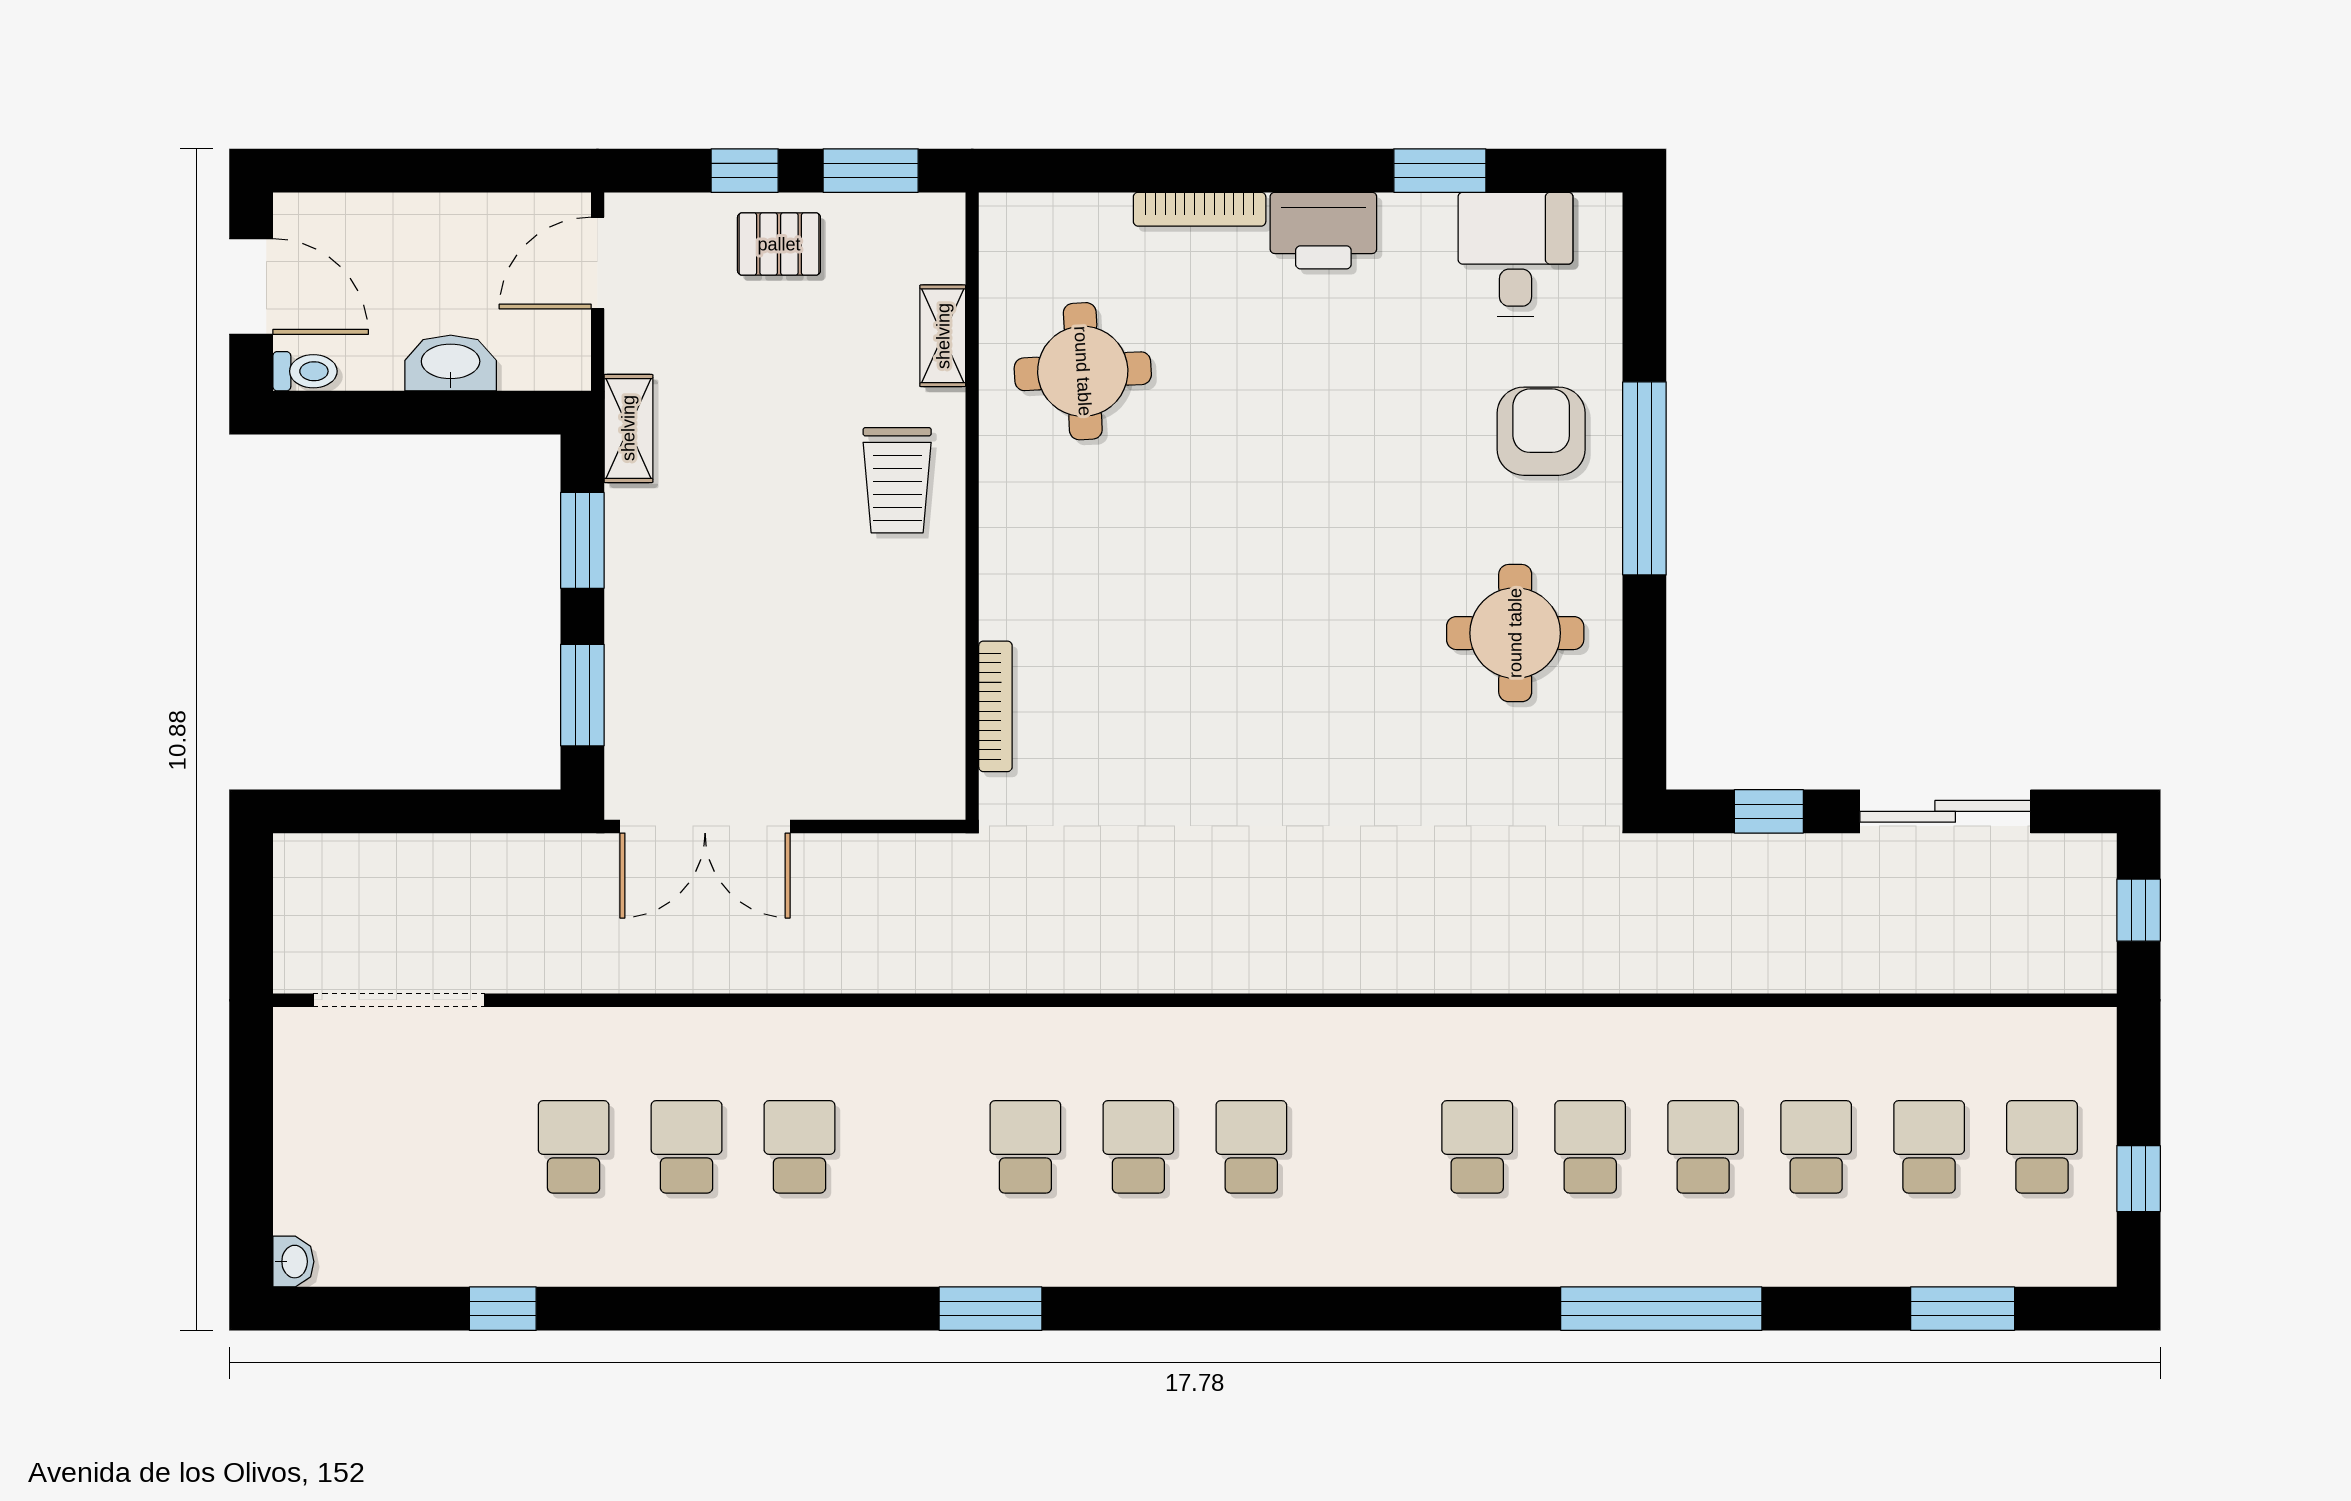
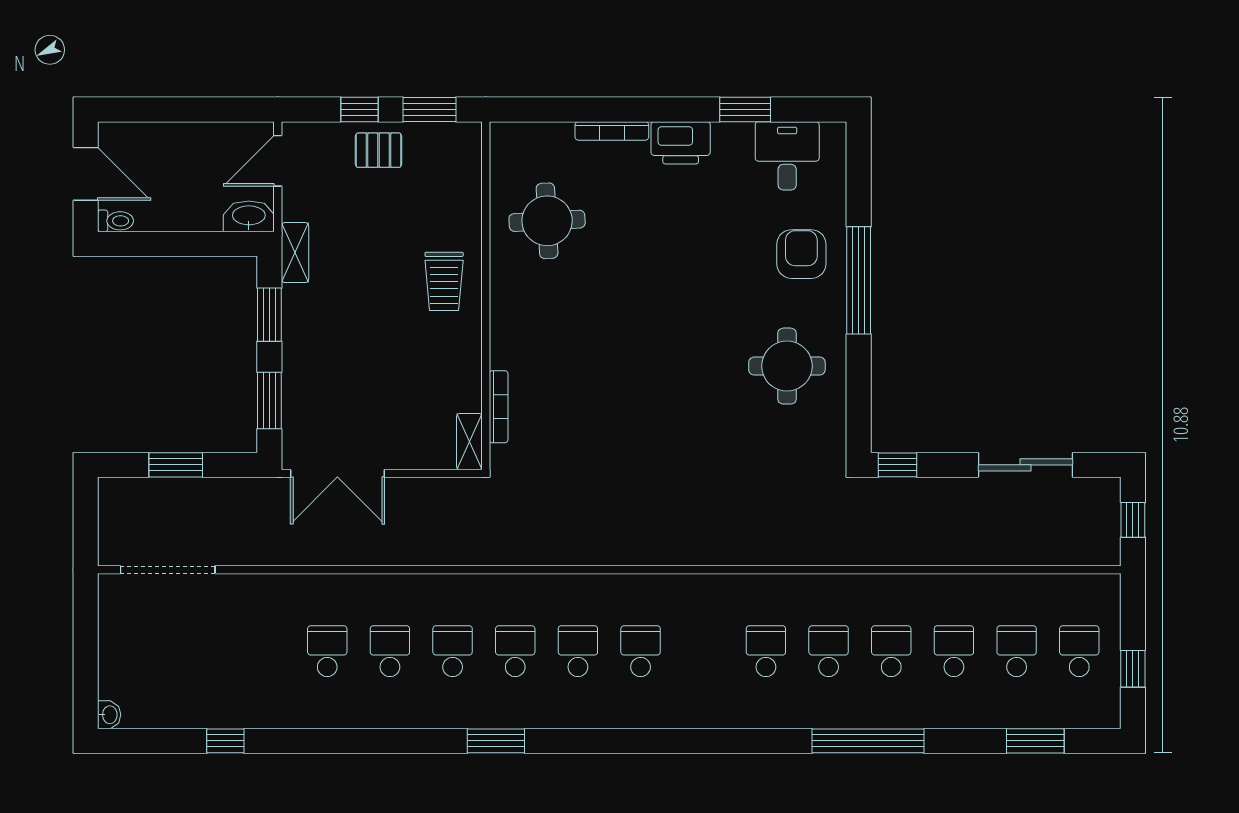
shelving: (943, 336) -> (469, 442), moved
washbasin: (451, 363) -> (249, 216), moved
window: (414, 811) -> (176, 465), added
window: (1769, 811) -> (898, 465), moved
school desk: (574, 1147) -> (453, 651), moved

